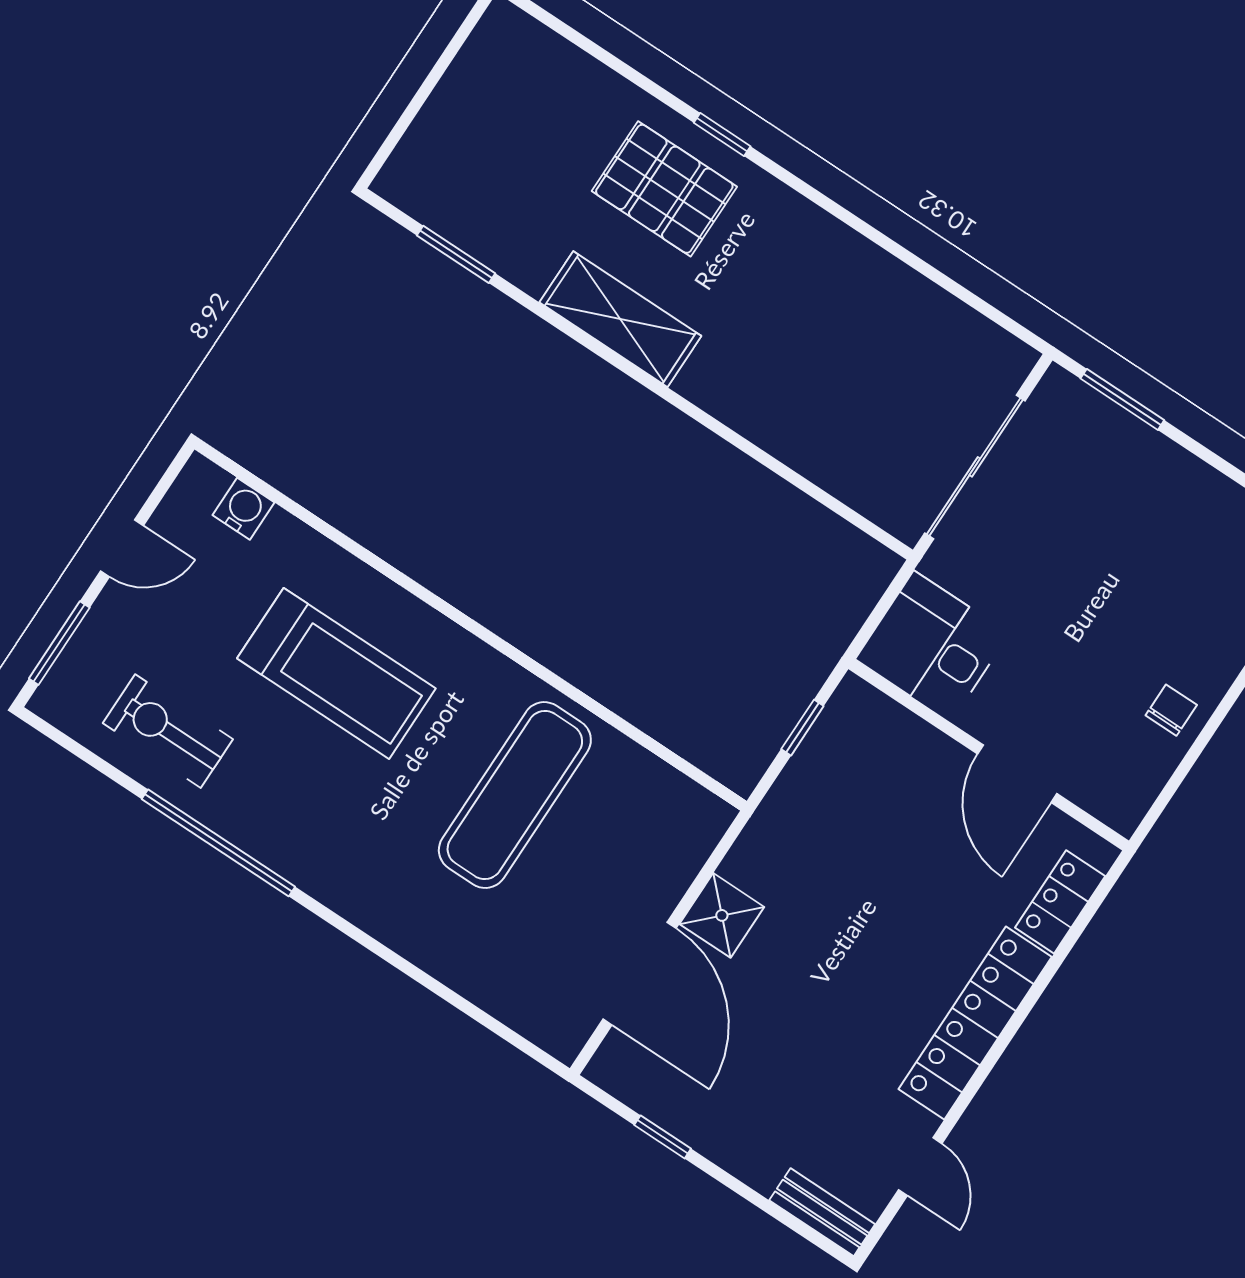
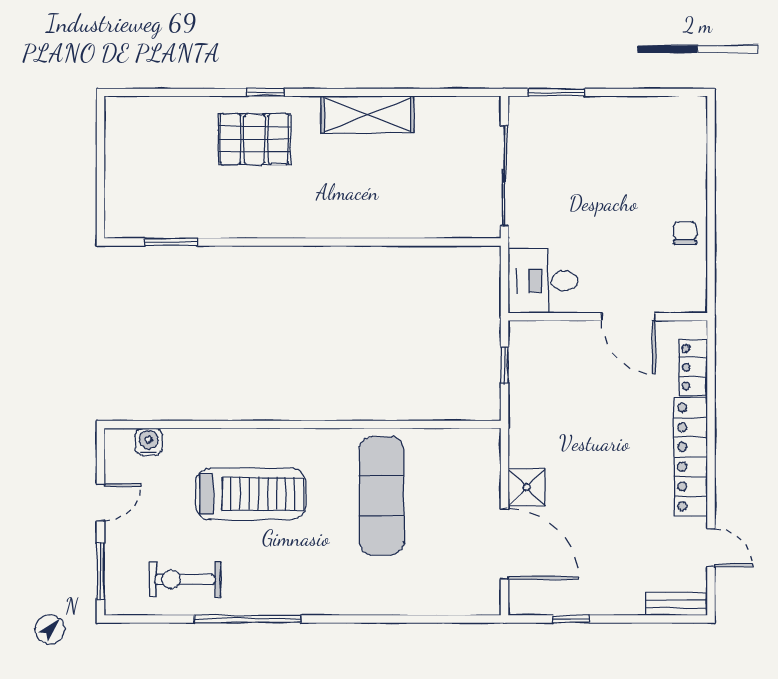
shelving: (620, 319) -> (367, 115), moved

